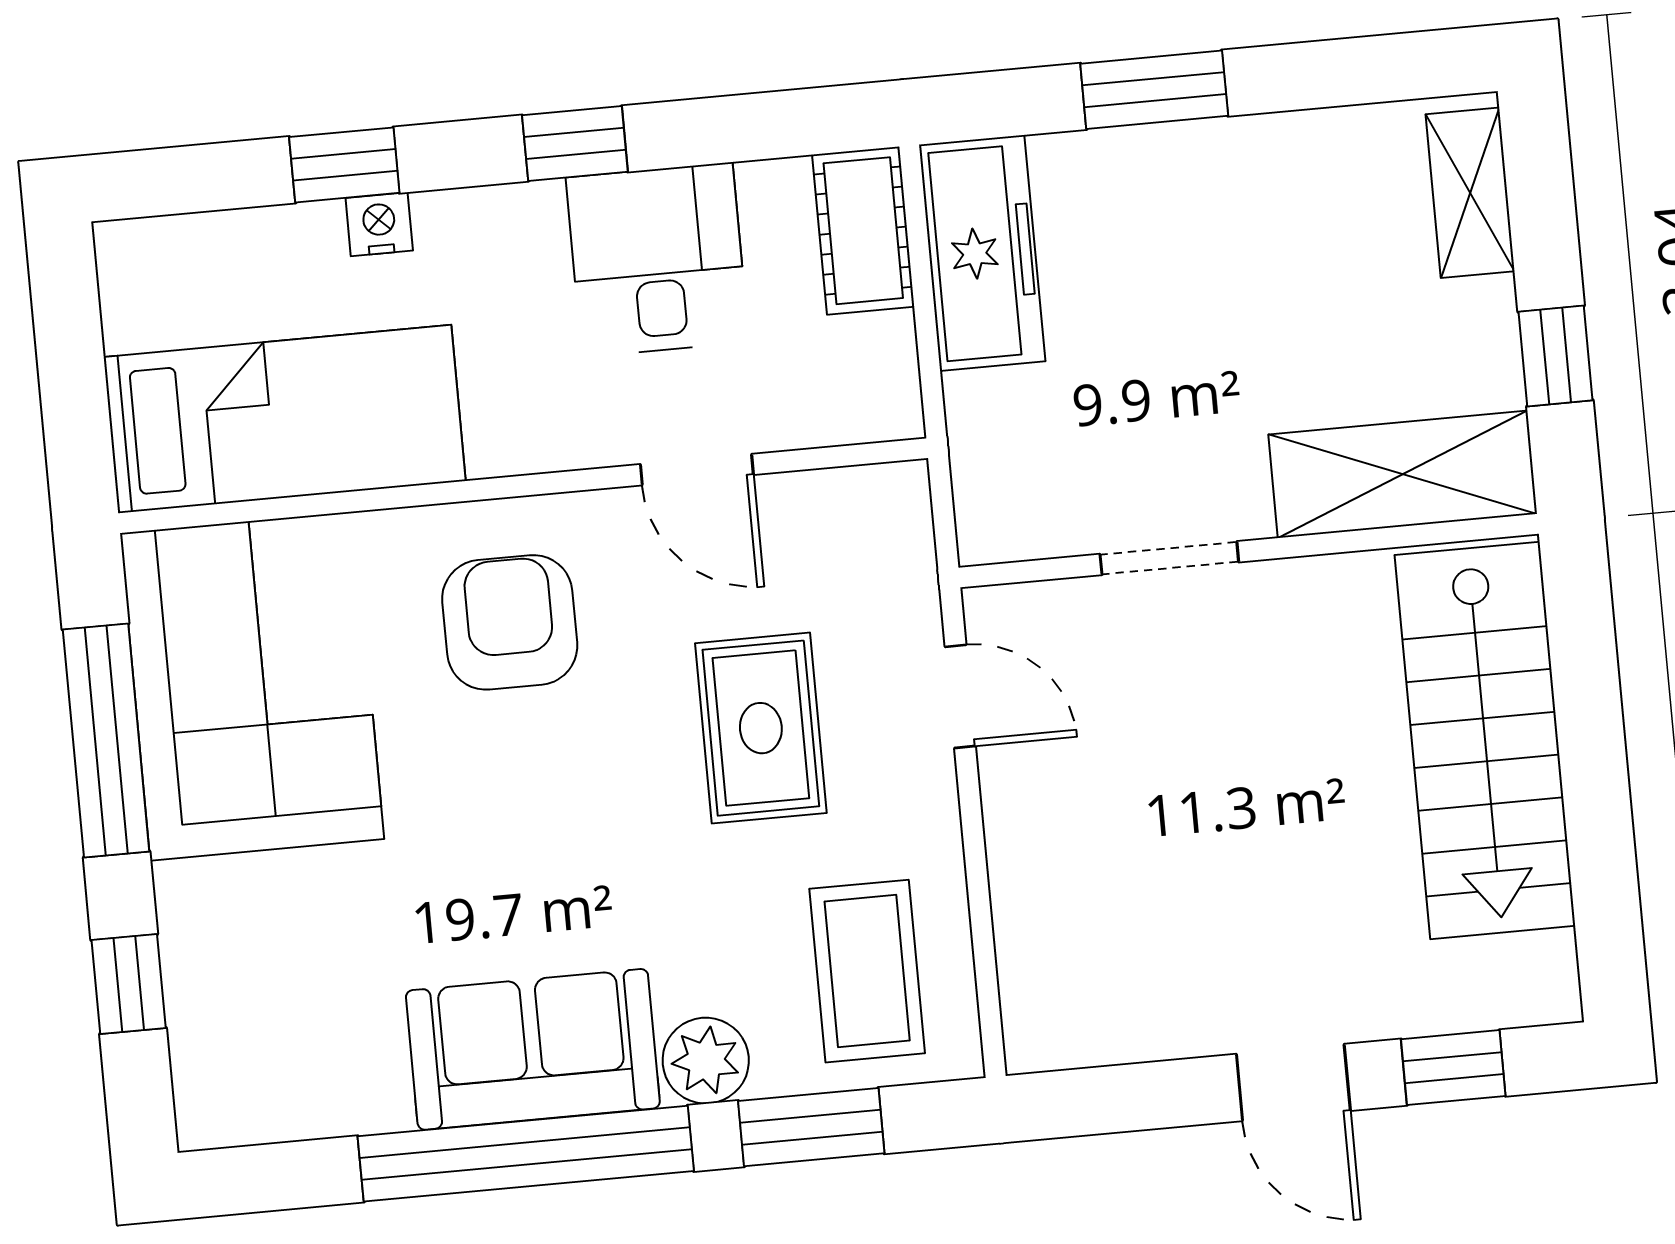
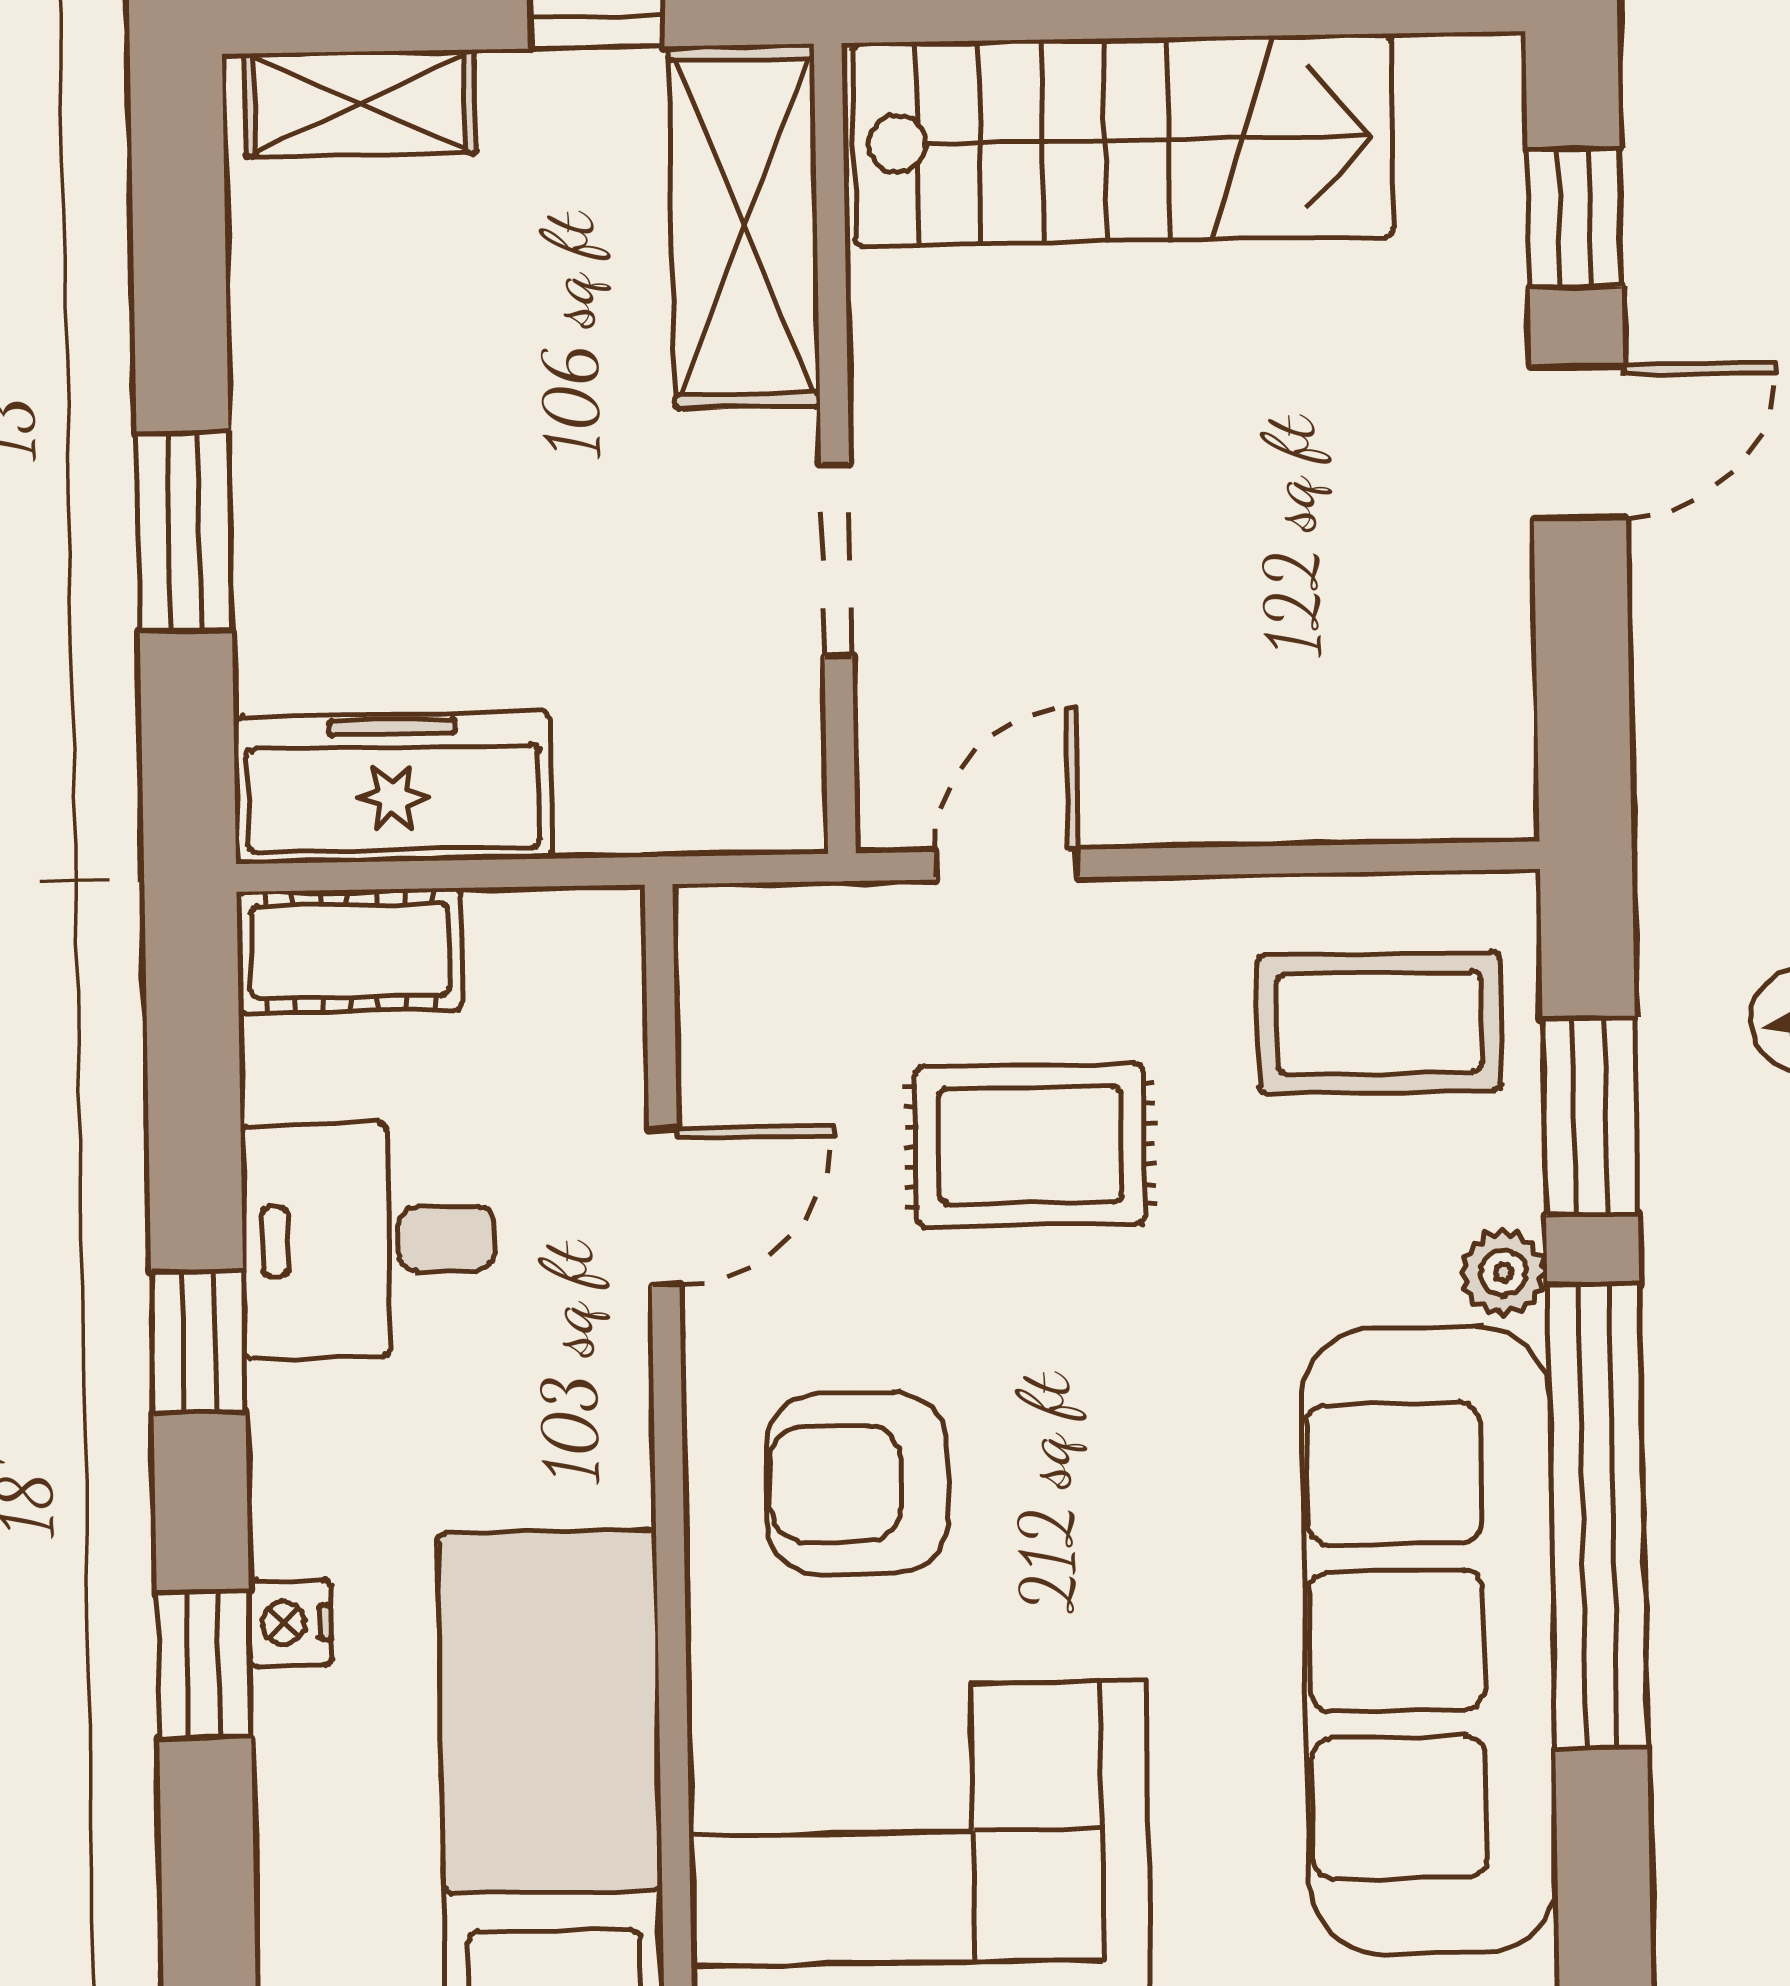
sofa: (533, 1049) -> (1429, 1640), width x1.85, depth x1.27
plant: (706, 1061) -> (1503, 1273), width x0.73, depth x0.73

